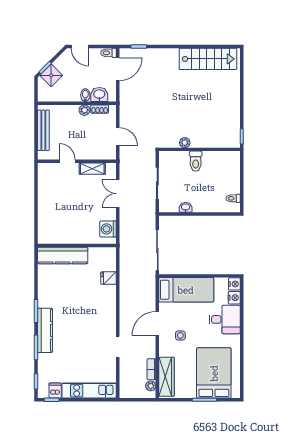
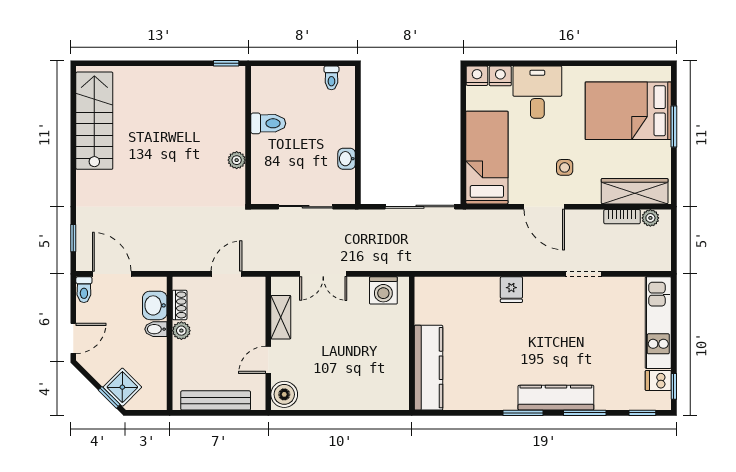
toilet: (196, 161) -> (268, 123), moved
boiler: (47, 171) -> (284, 394), added
fridge: (109, 278) -> (511, 290), moved

